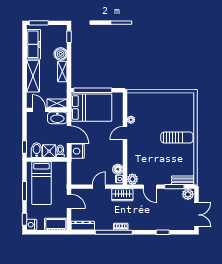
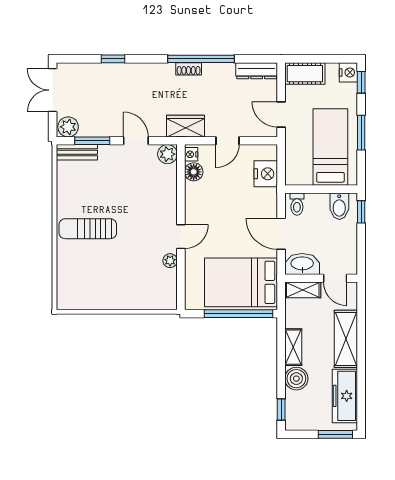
shower: (49, 151) -> (317, 204), removed
nightstand: (78, 151) -> (266, 174), moved

